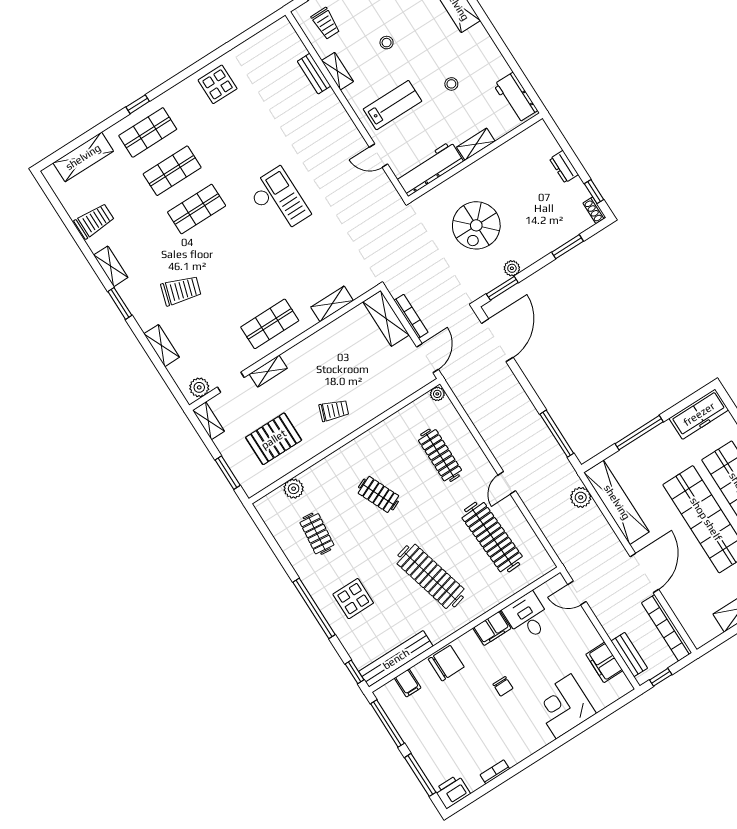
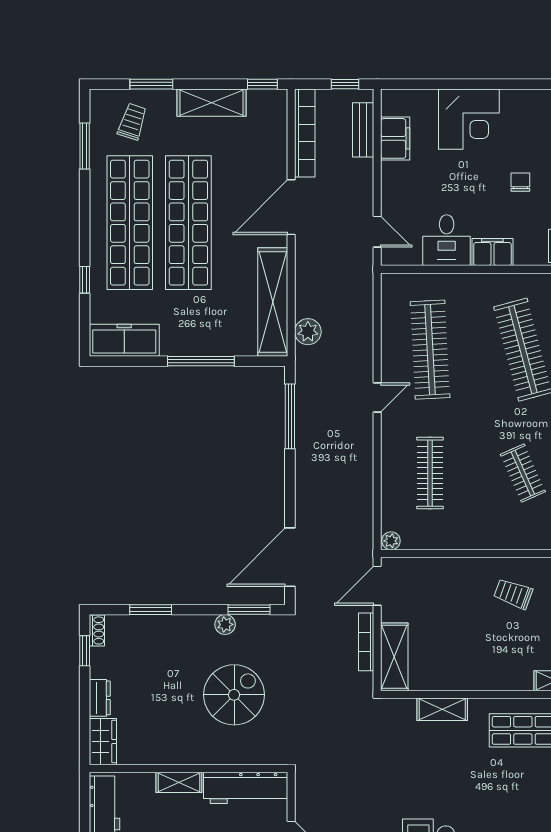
wardrobe: (544, 139) -> (103, 742), added
window: (715, 642) -> (262, 84), added

